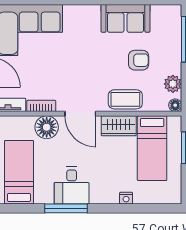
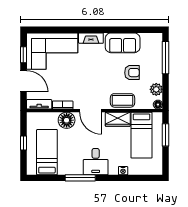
fireplace: (81, 12) -> (91, 38), added
desk: (72, 185) -> (96, 162), moved

